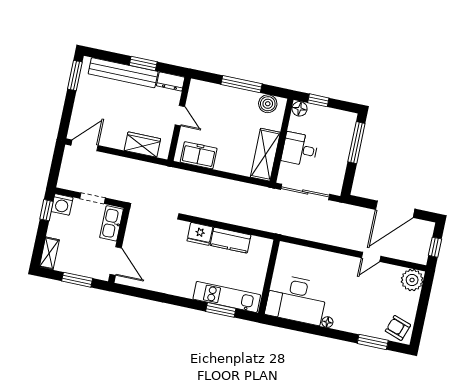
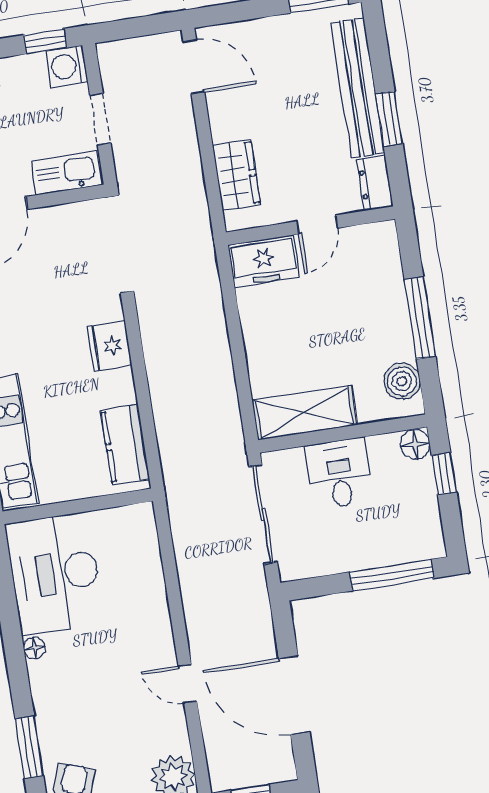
freezer: (199, 155) -> (264, 261), moved, turned 90
kitchen counter: (231, 240) -> (125, 445), moved

